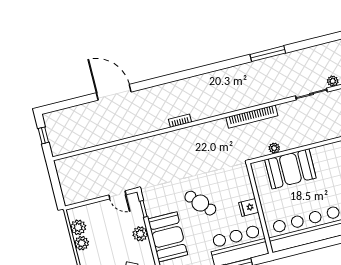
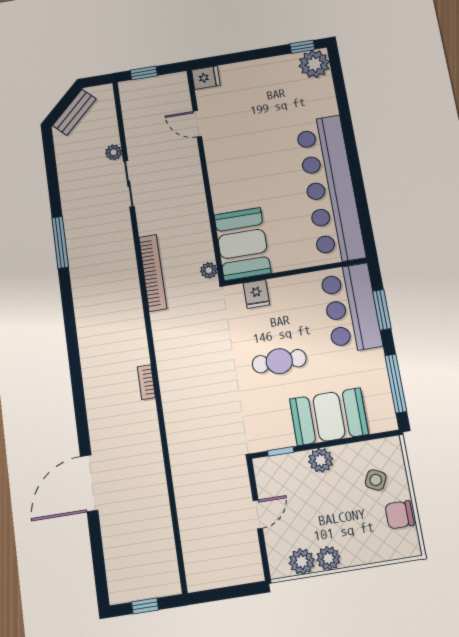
plant: (274, 148) -> (209, 270), moved
booth: (290, 169) -> (242, 244), moved
door: (117, 195) -> (258, 514), moved
cafe table: (200, 203) -> (279, 361), turned 43
fridge: (249, 207) -> (256, 294), moved

